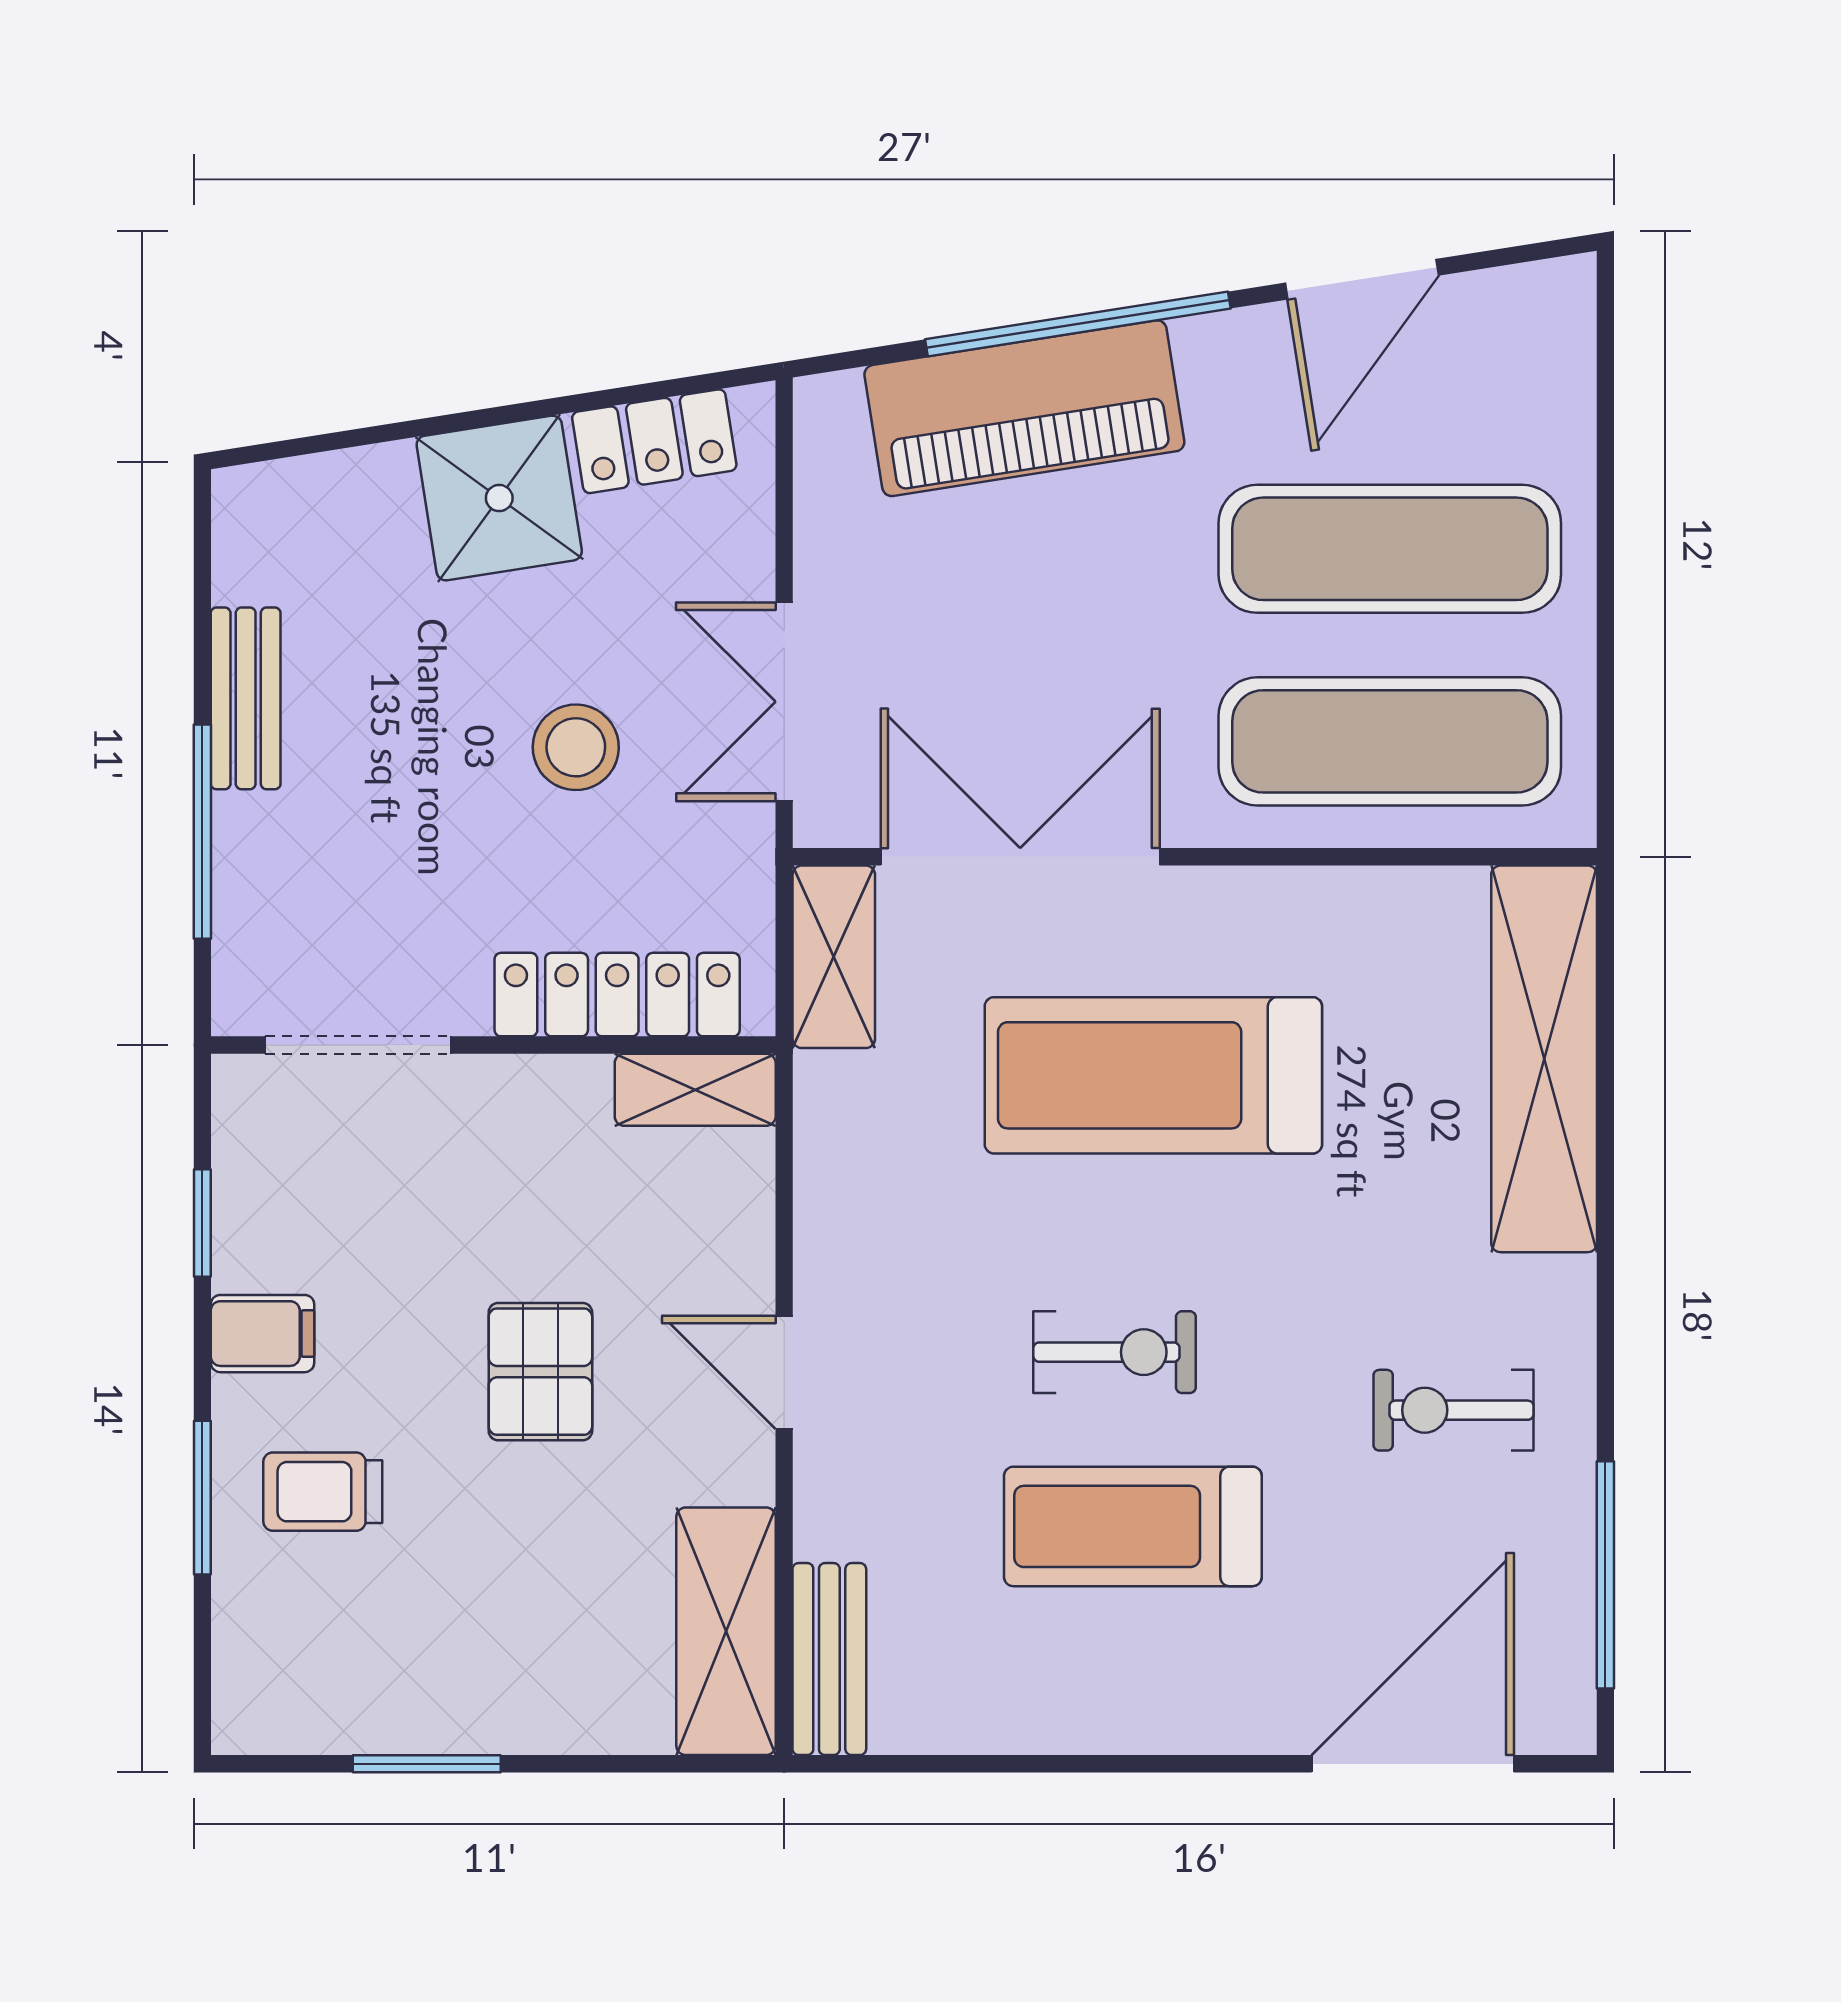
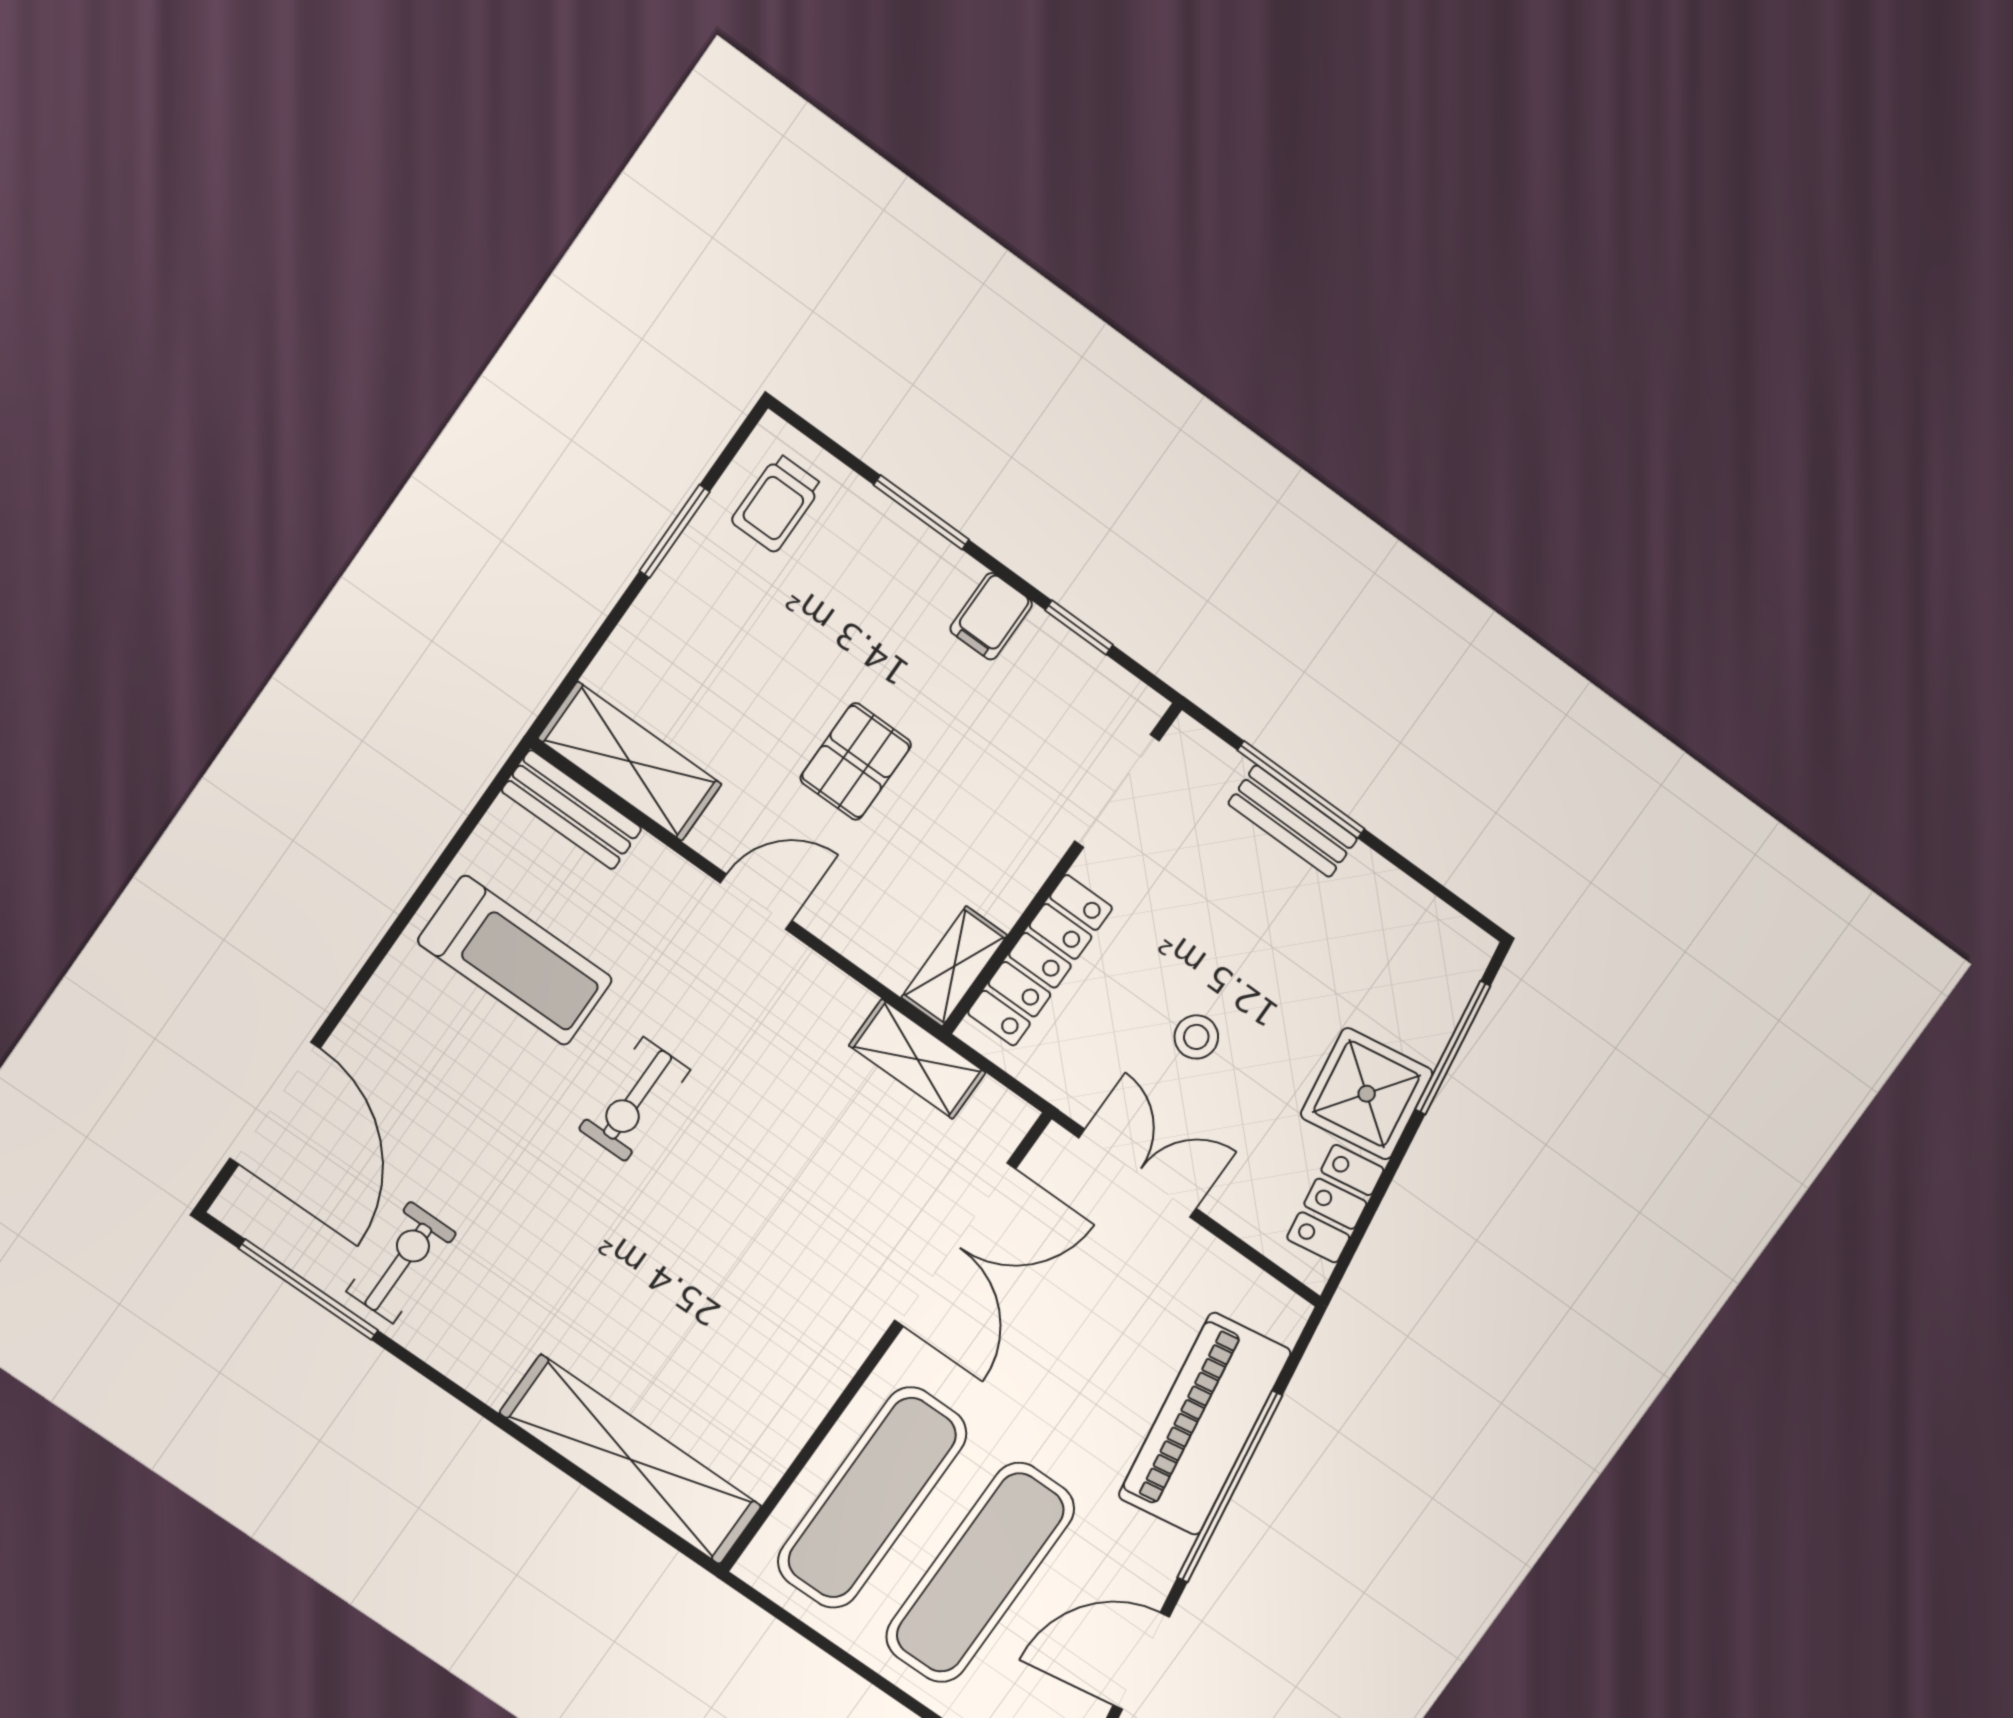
door: (1362, 279) -> (1141, 1661), hinge flipped
window: (373, 435) -> (1453, 1048), added
bench: (246, 698) -> (1293, 821), moved
stool: (576, 747) -> (1196, 1037), width x0.73, depth x0.73
shelving: (834, 957) -> (917, 1059), moved
treadmill: (1153, 1075) -> (777, 1233), removed
pallet: (540, 1372) -> (856, 762), turned 90
exercise bike: (1453, 1410) -> (401, 1262), moved
trolley: (323, 1492) -> (777, 503), moved, turned 180
treadmill: (1133, 1526) -> (515, 960), moved, turned 90

